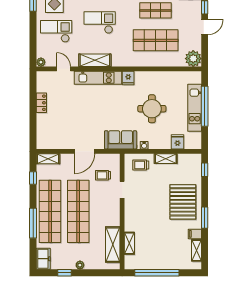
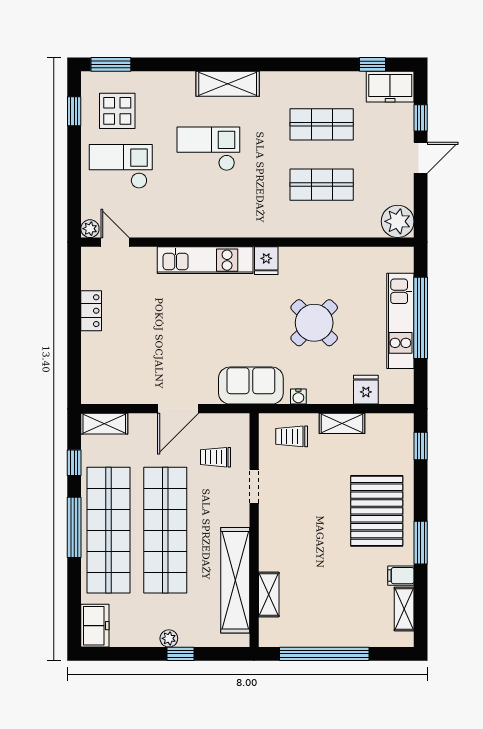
shop shelf: (156, 40) -> (322, 185), width x0.70, depth x0.74
shelving: (95, 60) -> (199, 225), removed
door: (64, 69) -> (115, 242), moved
round table: (152, 109) -> (314, 323), turned 45
window: (33, 223) -> (74, 527), moved
shelving: (113, 245) -> (235, 580), width x1.47
window: (64, 273) -> (180, 654), moved

